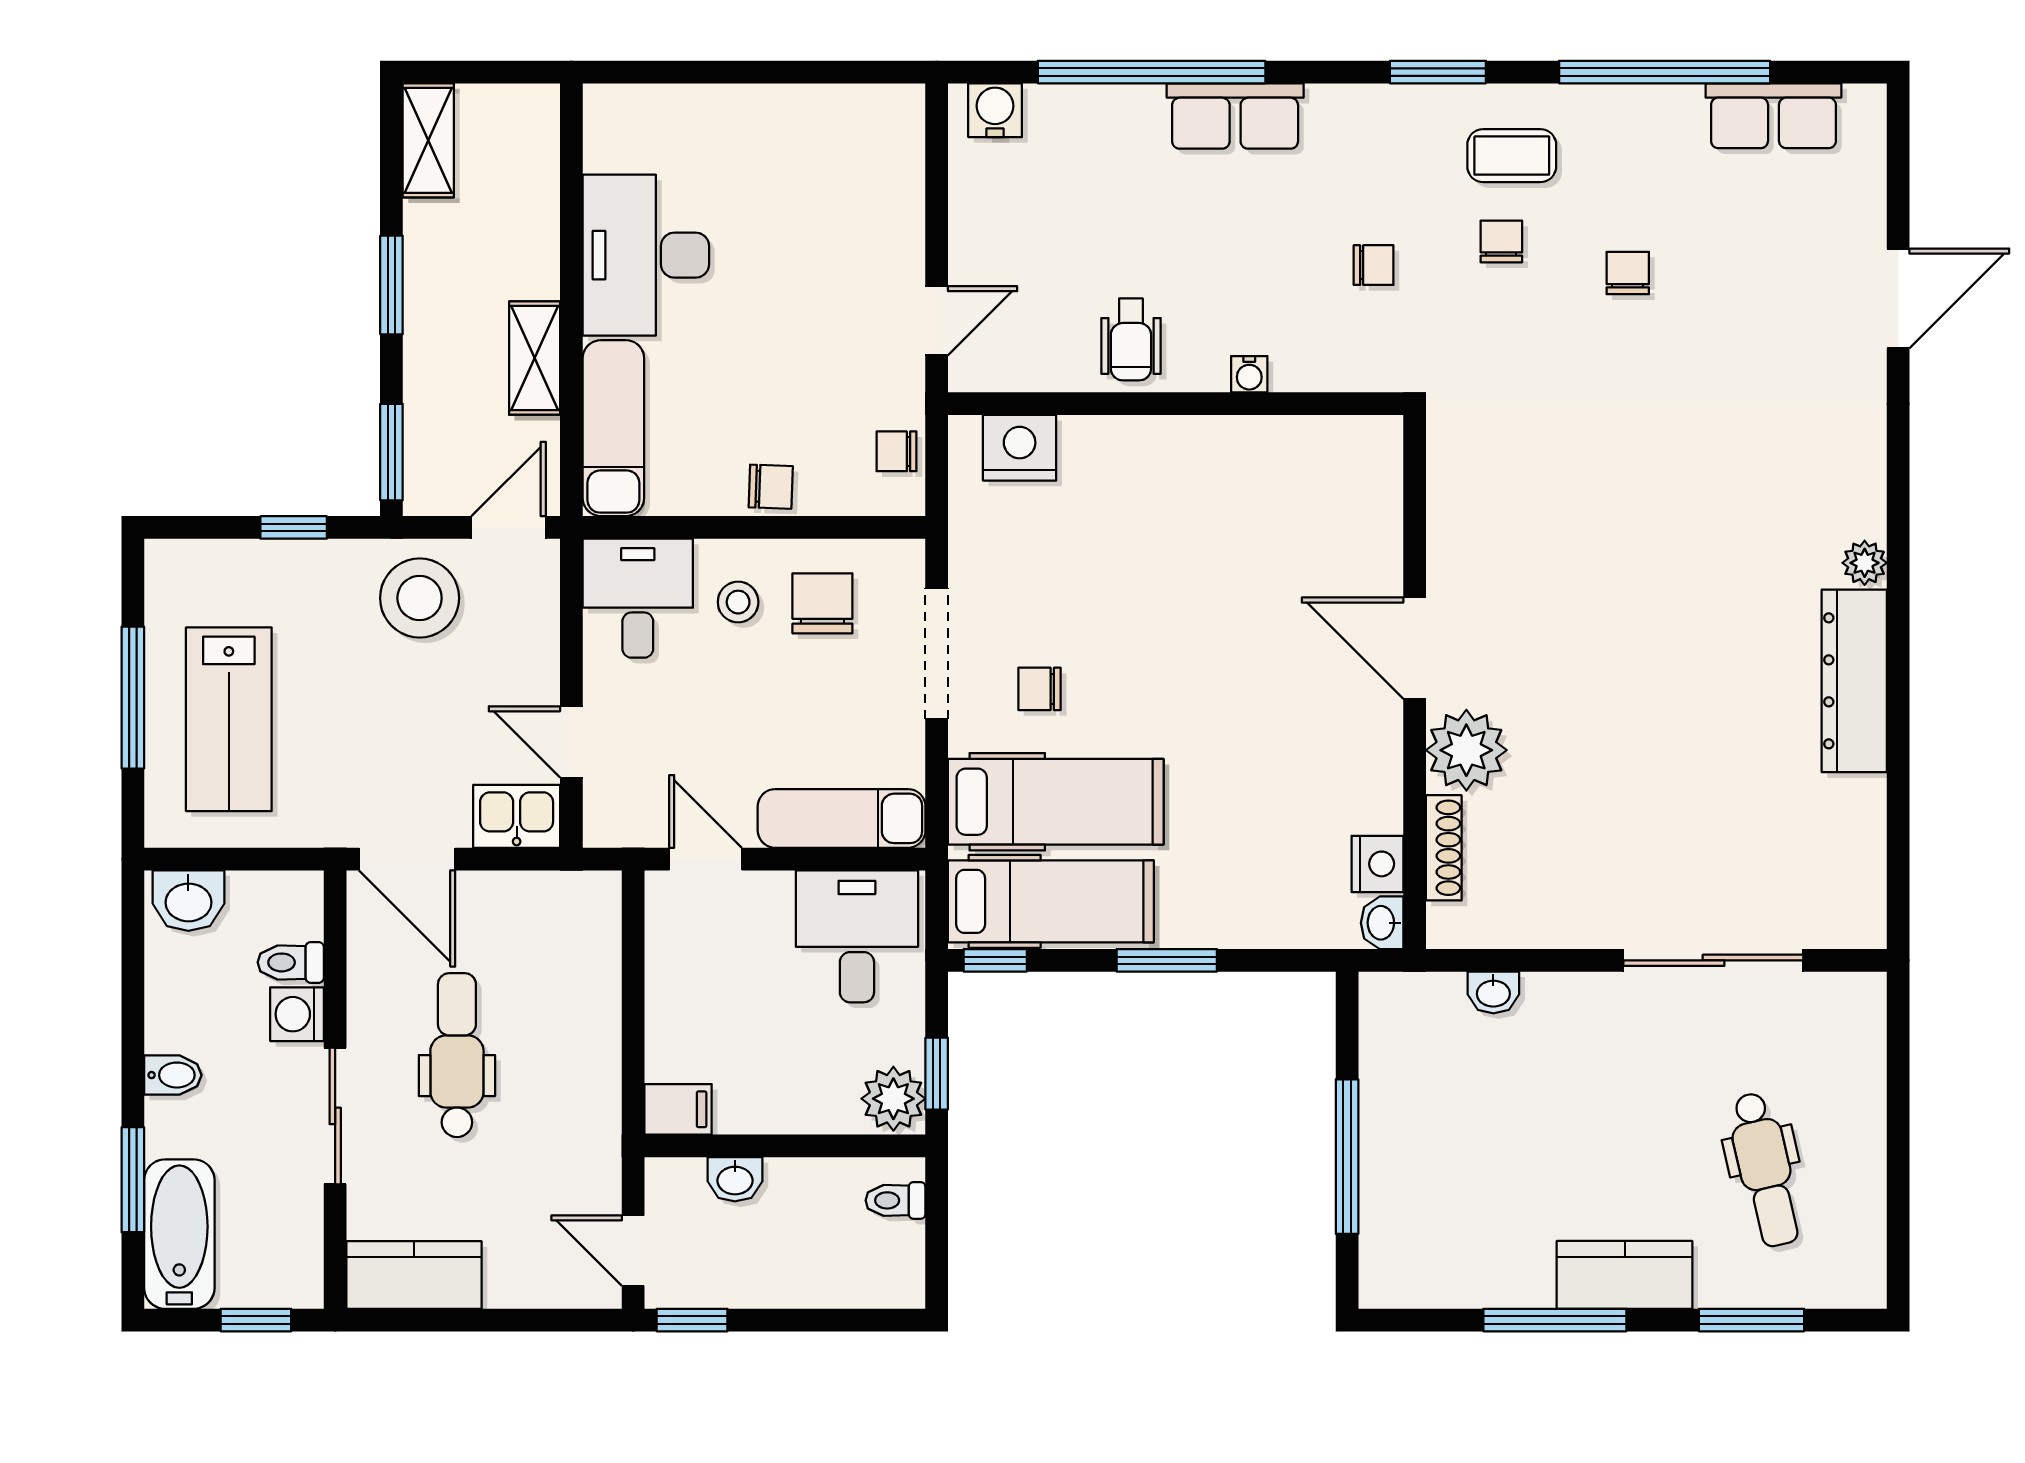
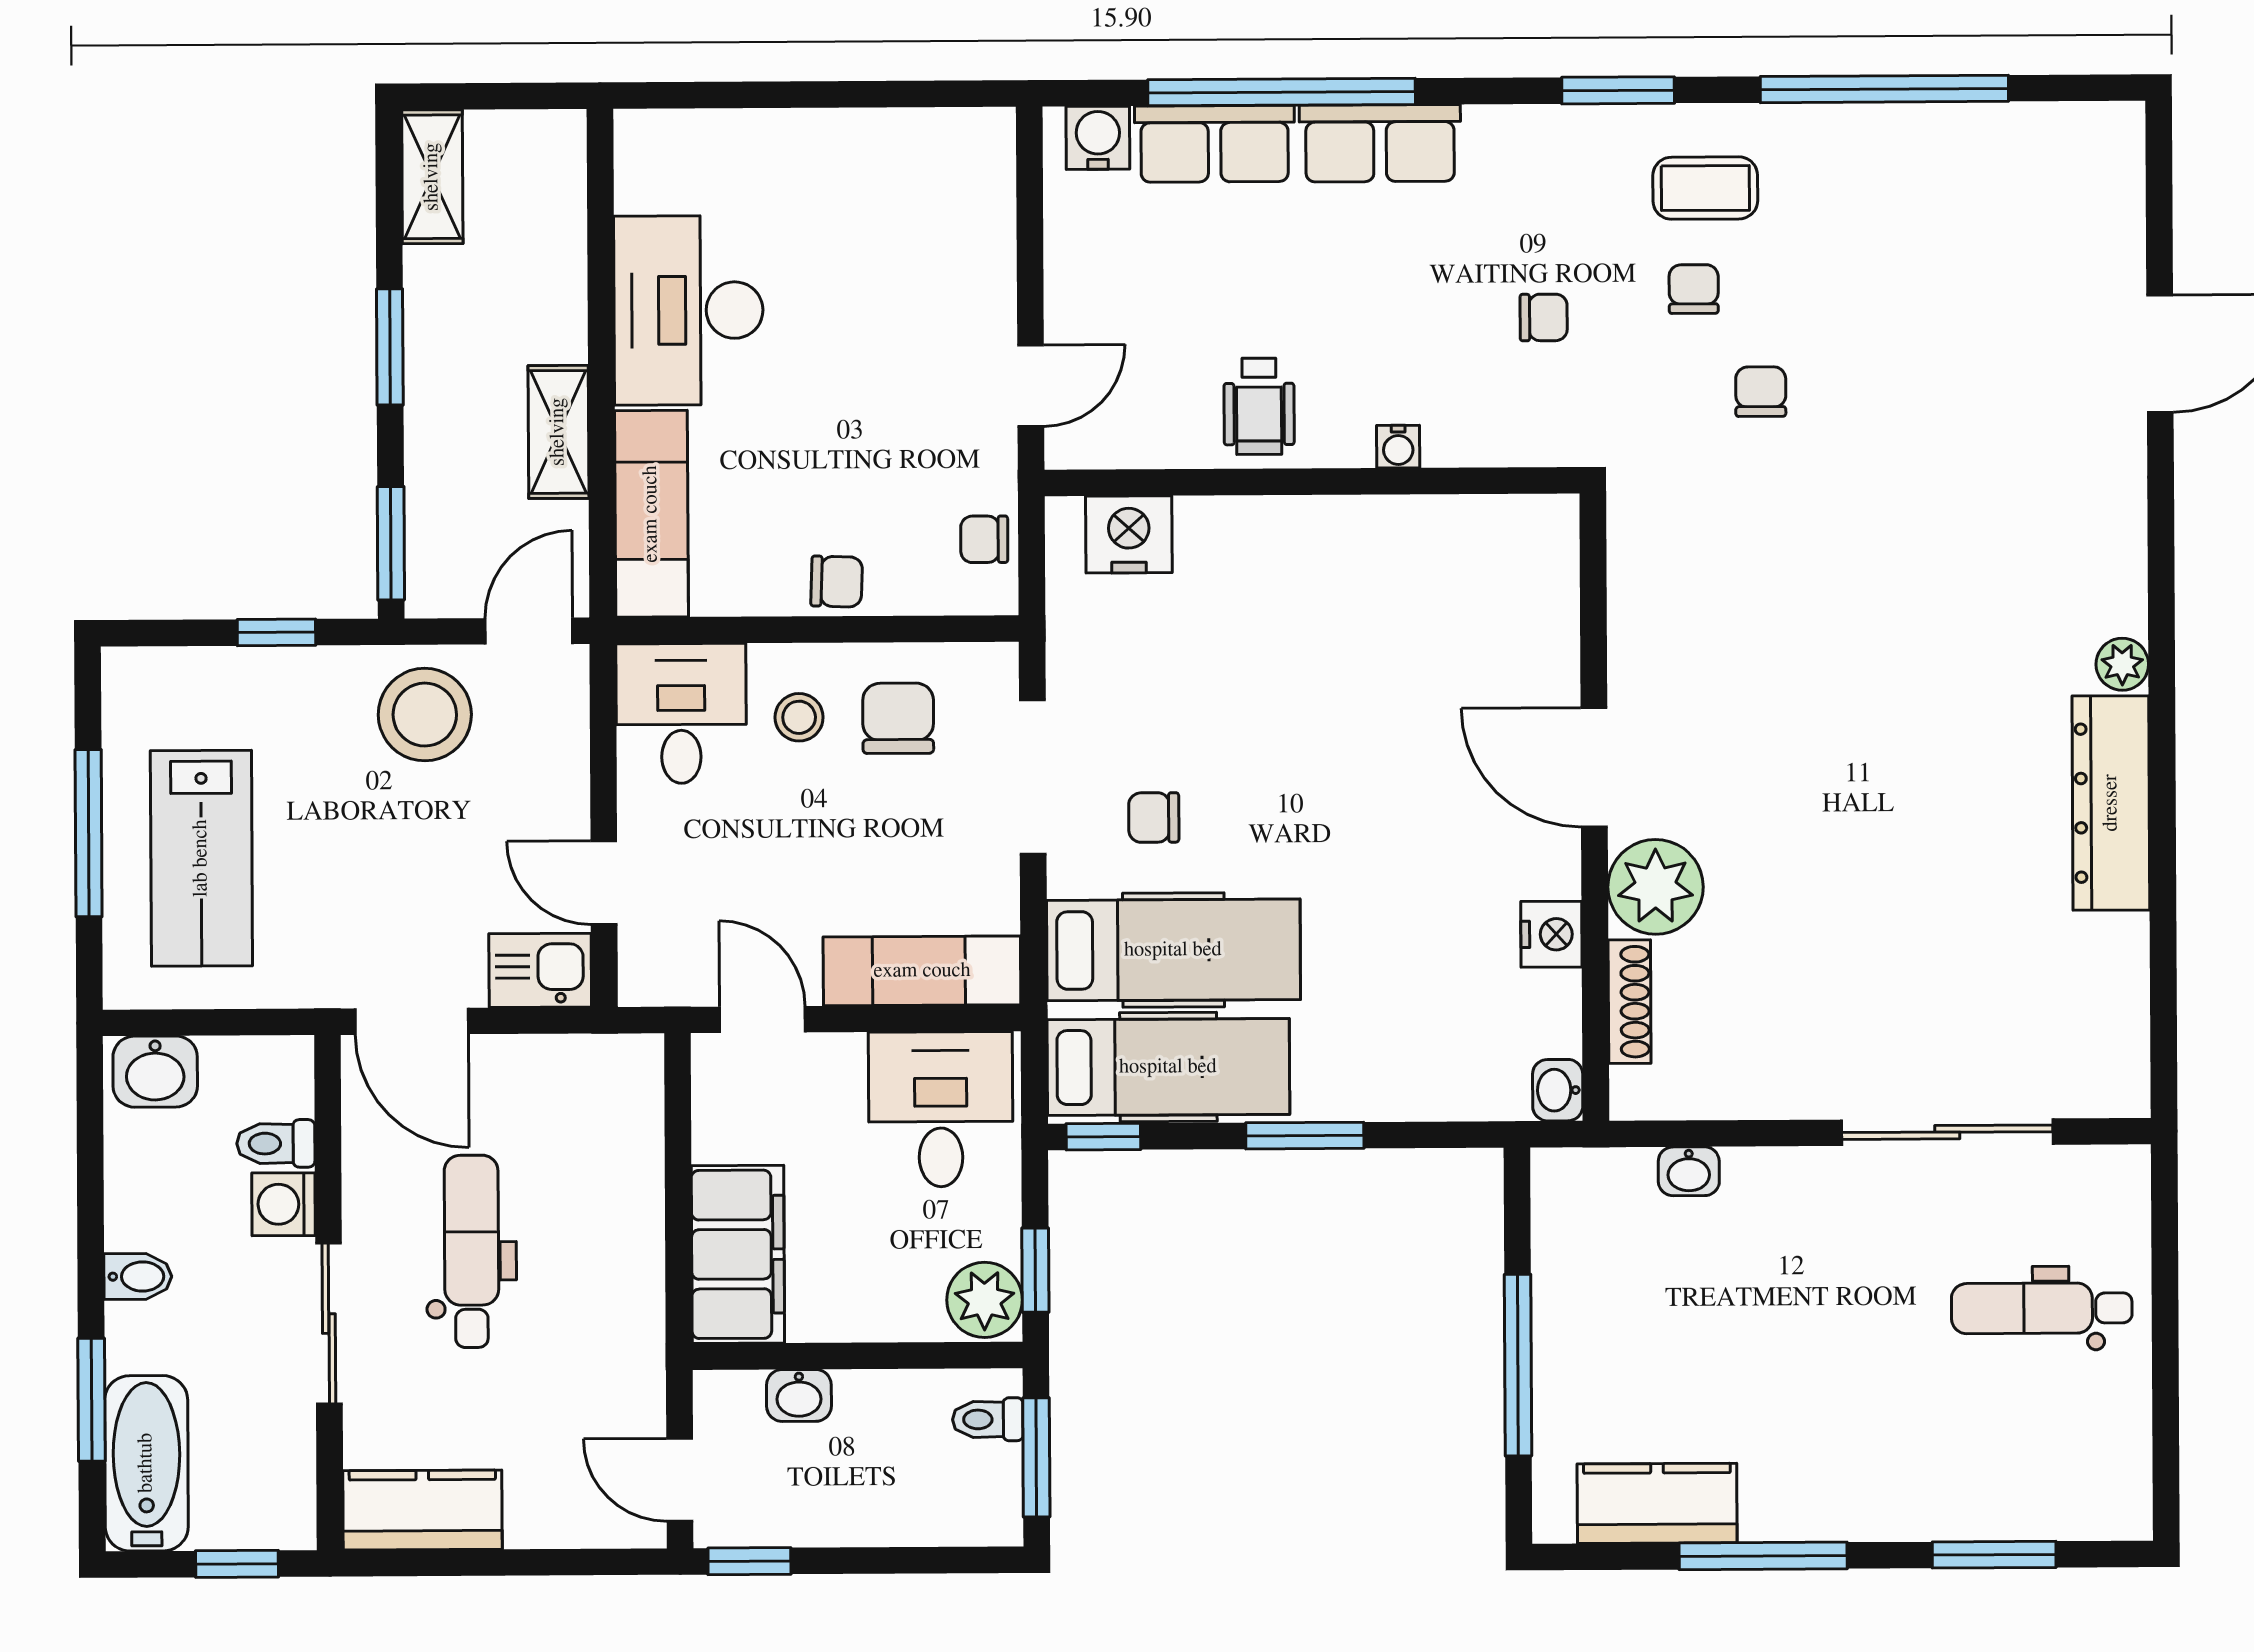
row of seats: (1773, 116) -> (1215, 144), moved
chair: (1628, 273) -> (1761, 392), moved
nightstand: (1377, 864) -> (1551, 934), moved
filing cabinet: (678, 1109) -> (738, 1254), width x3.00, depth x1.17
dental chair: (1765, 1170) -> (2042, 1308), moved, turned 103
window: (937, 1233) -> (1036, 1457), added
kitchen counter: (1625, 1275) -> (1657, 1503), moved

